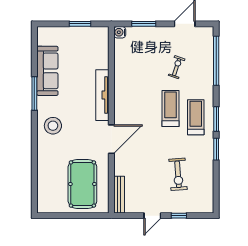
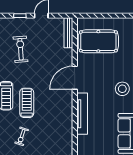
treadmill: (170, 108) -> (27, 103), turned 180
pool table: (82, 184) -> (98, 41), turned 90

